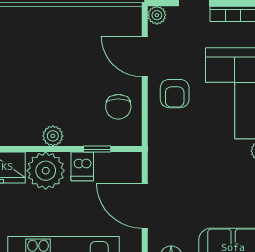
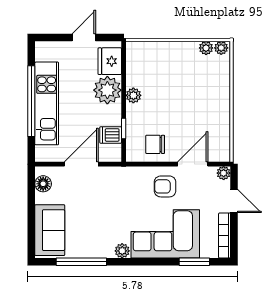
dishwasher: (82, 166) -> (111, 135), moved

